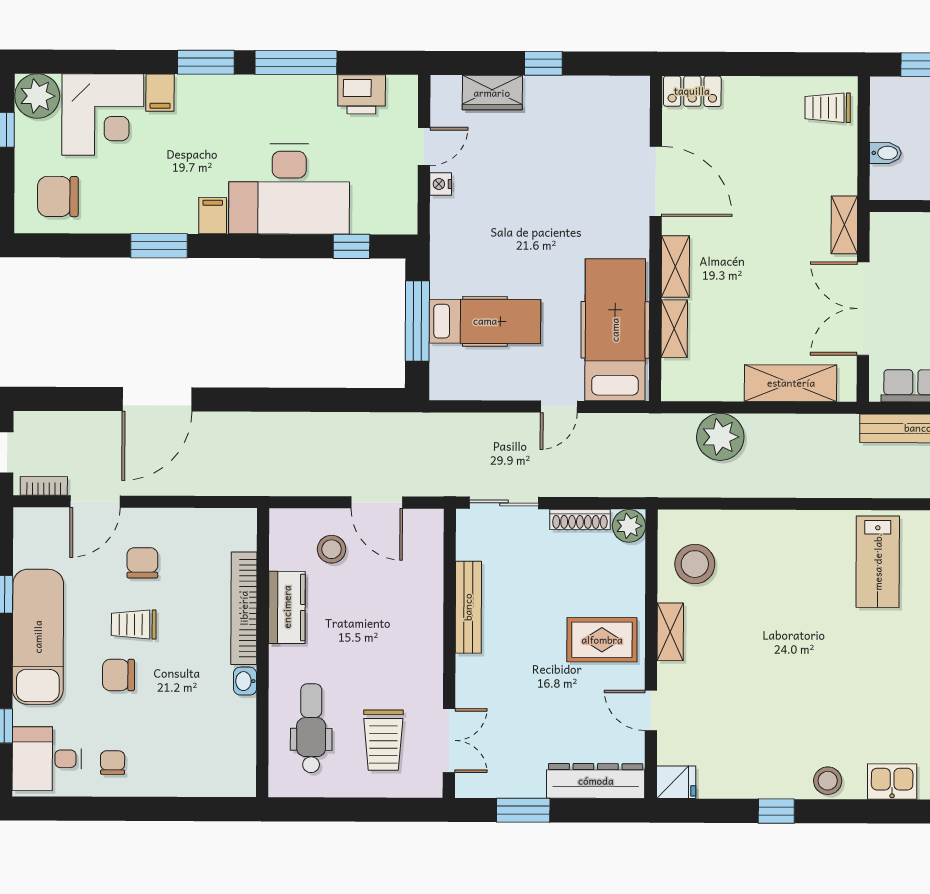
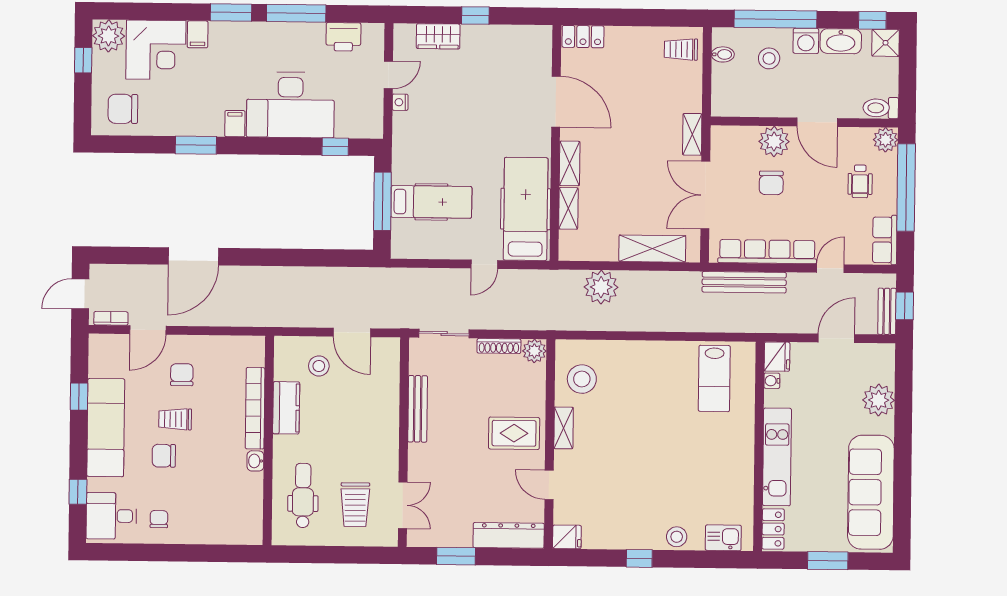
bidet: (885, 153) -> (723, 54), moved

